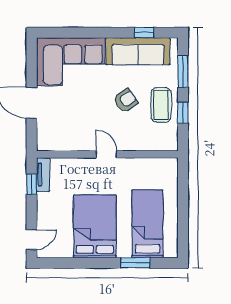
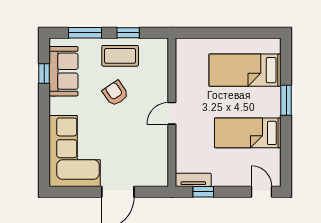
sofa: (138, 51) -> (64, 71), width x0.73
bed: (95, 226) -> (248, 133), width x0.67
window: (135, 263) -> (286, 100), moved

